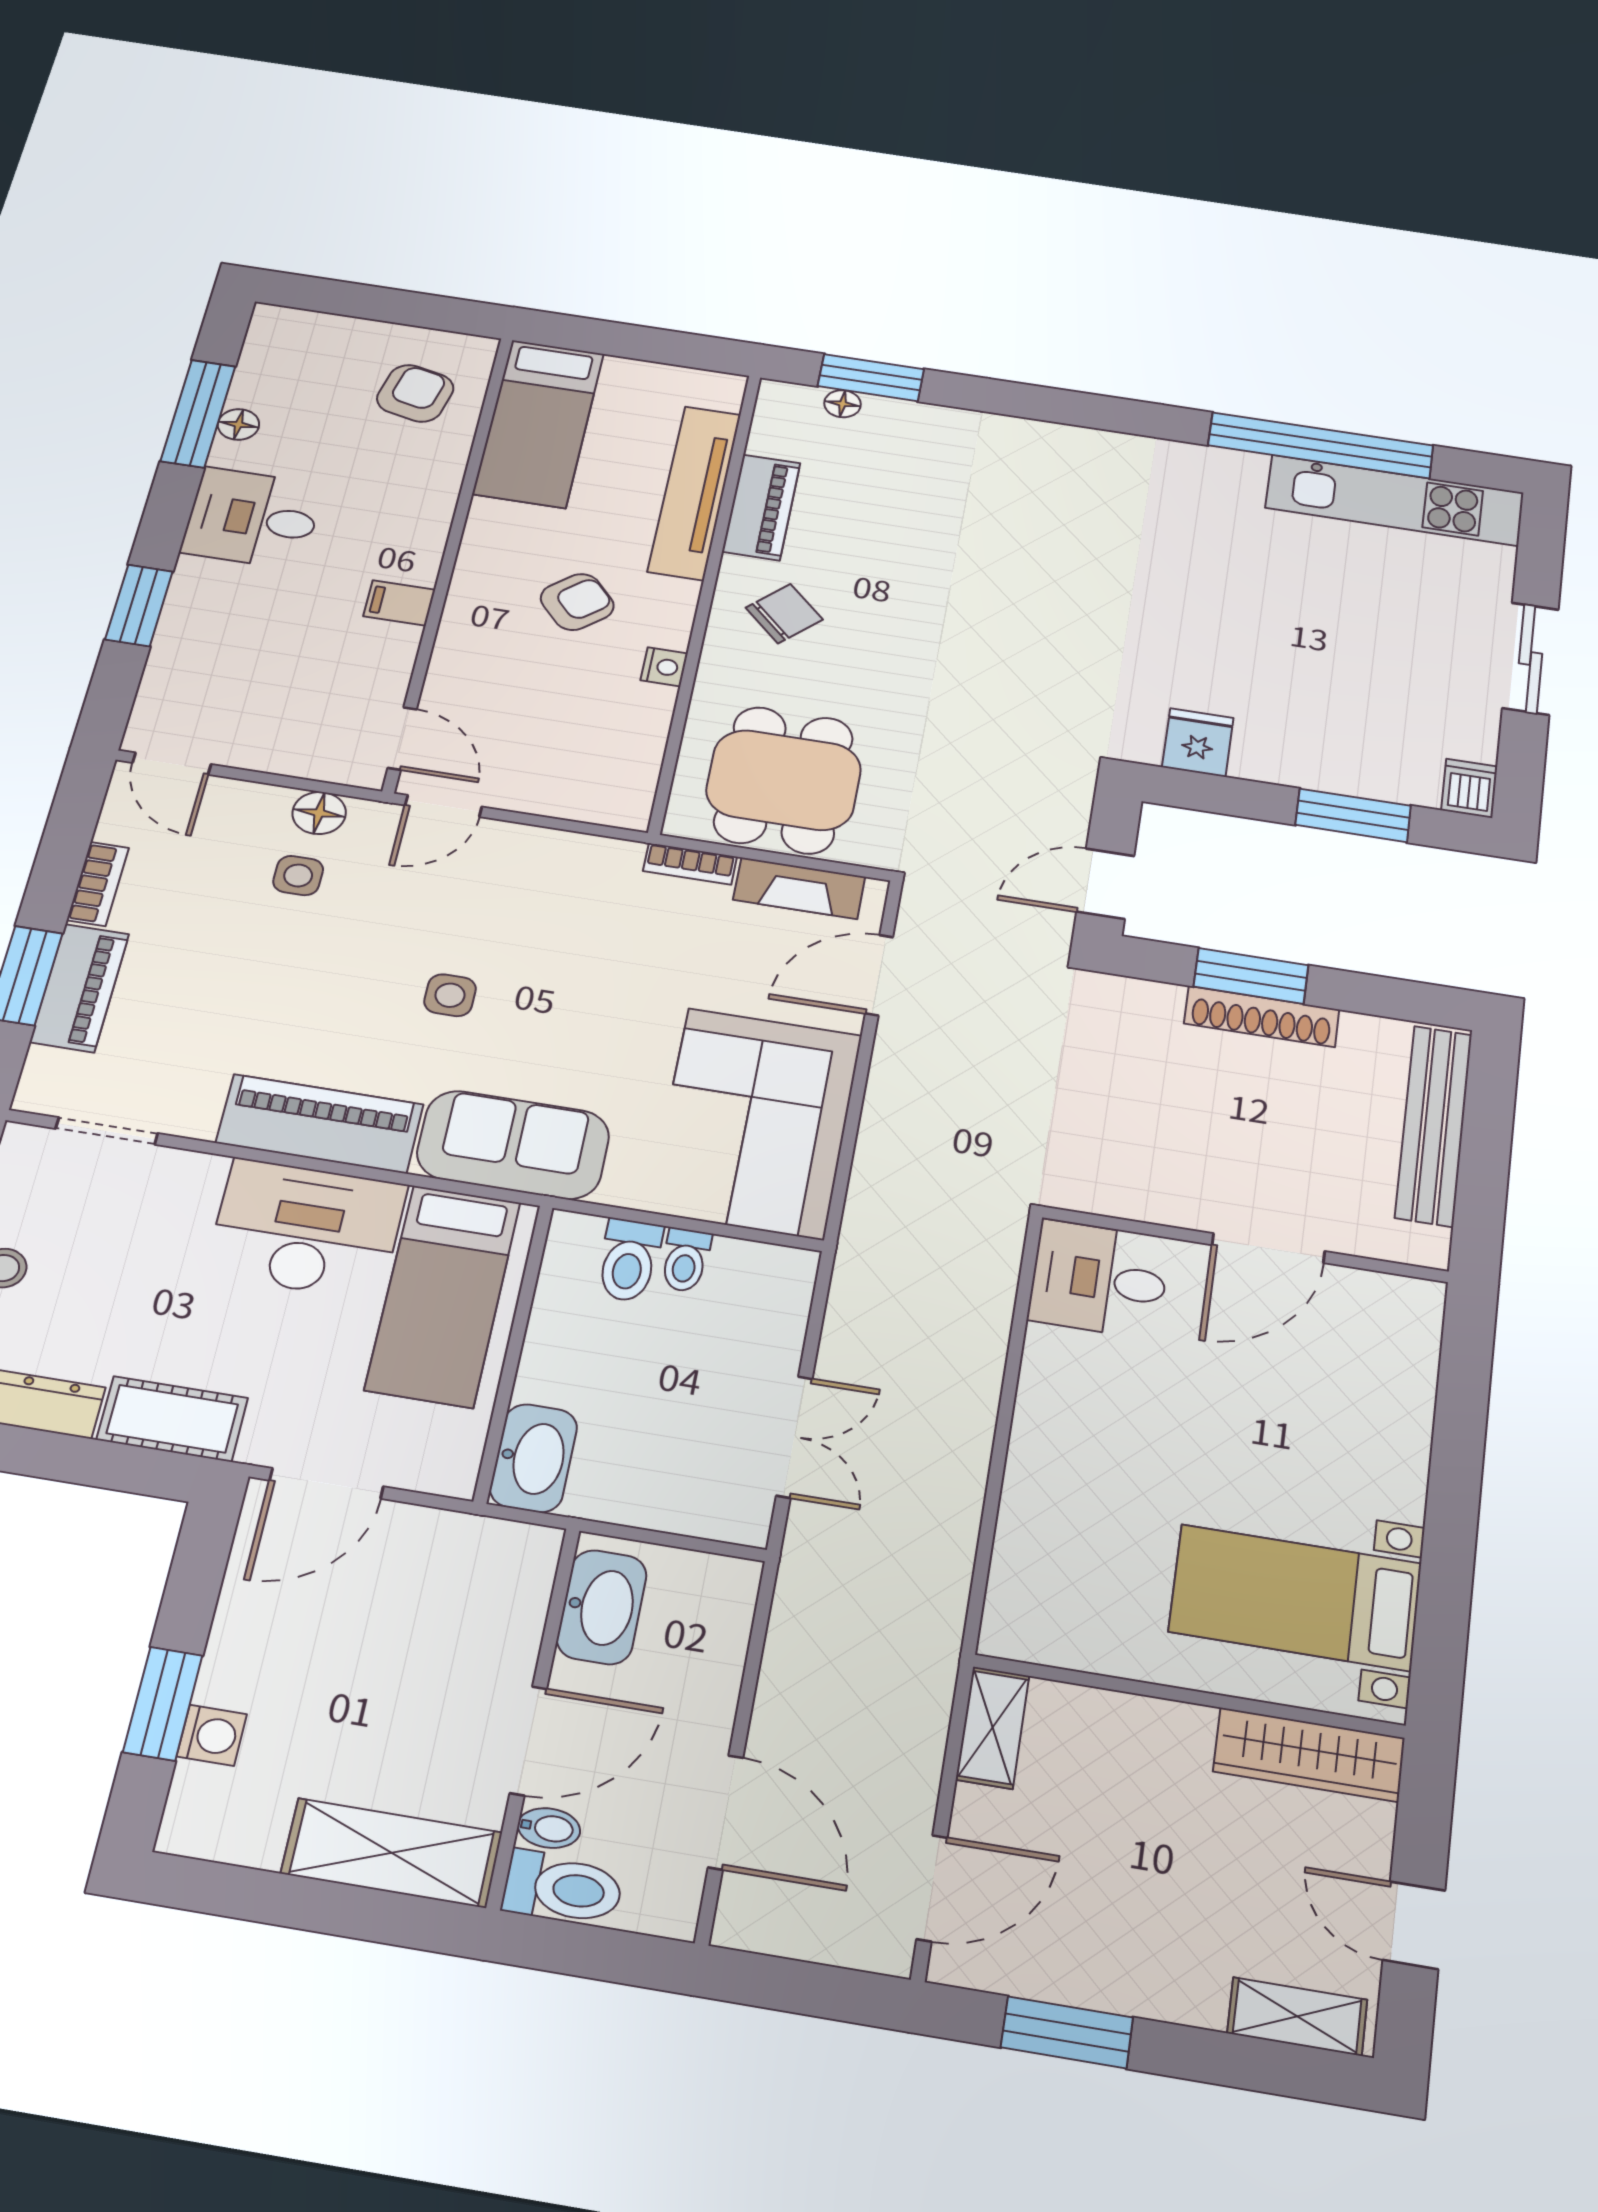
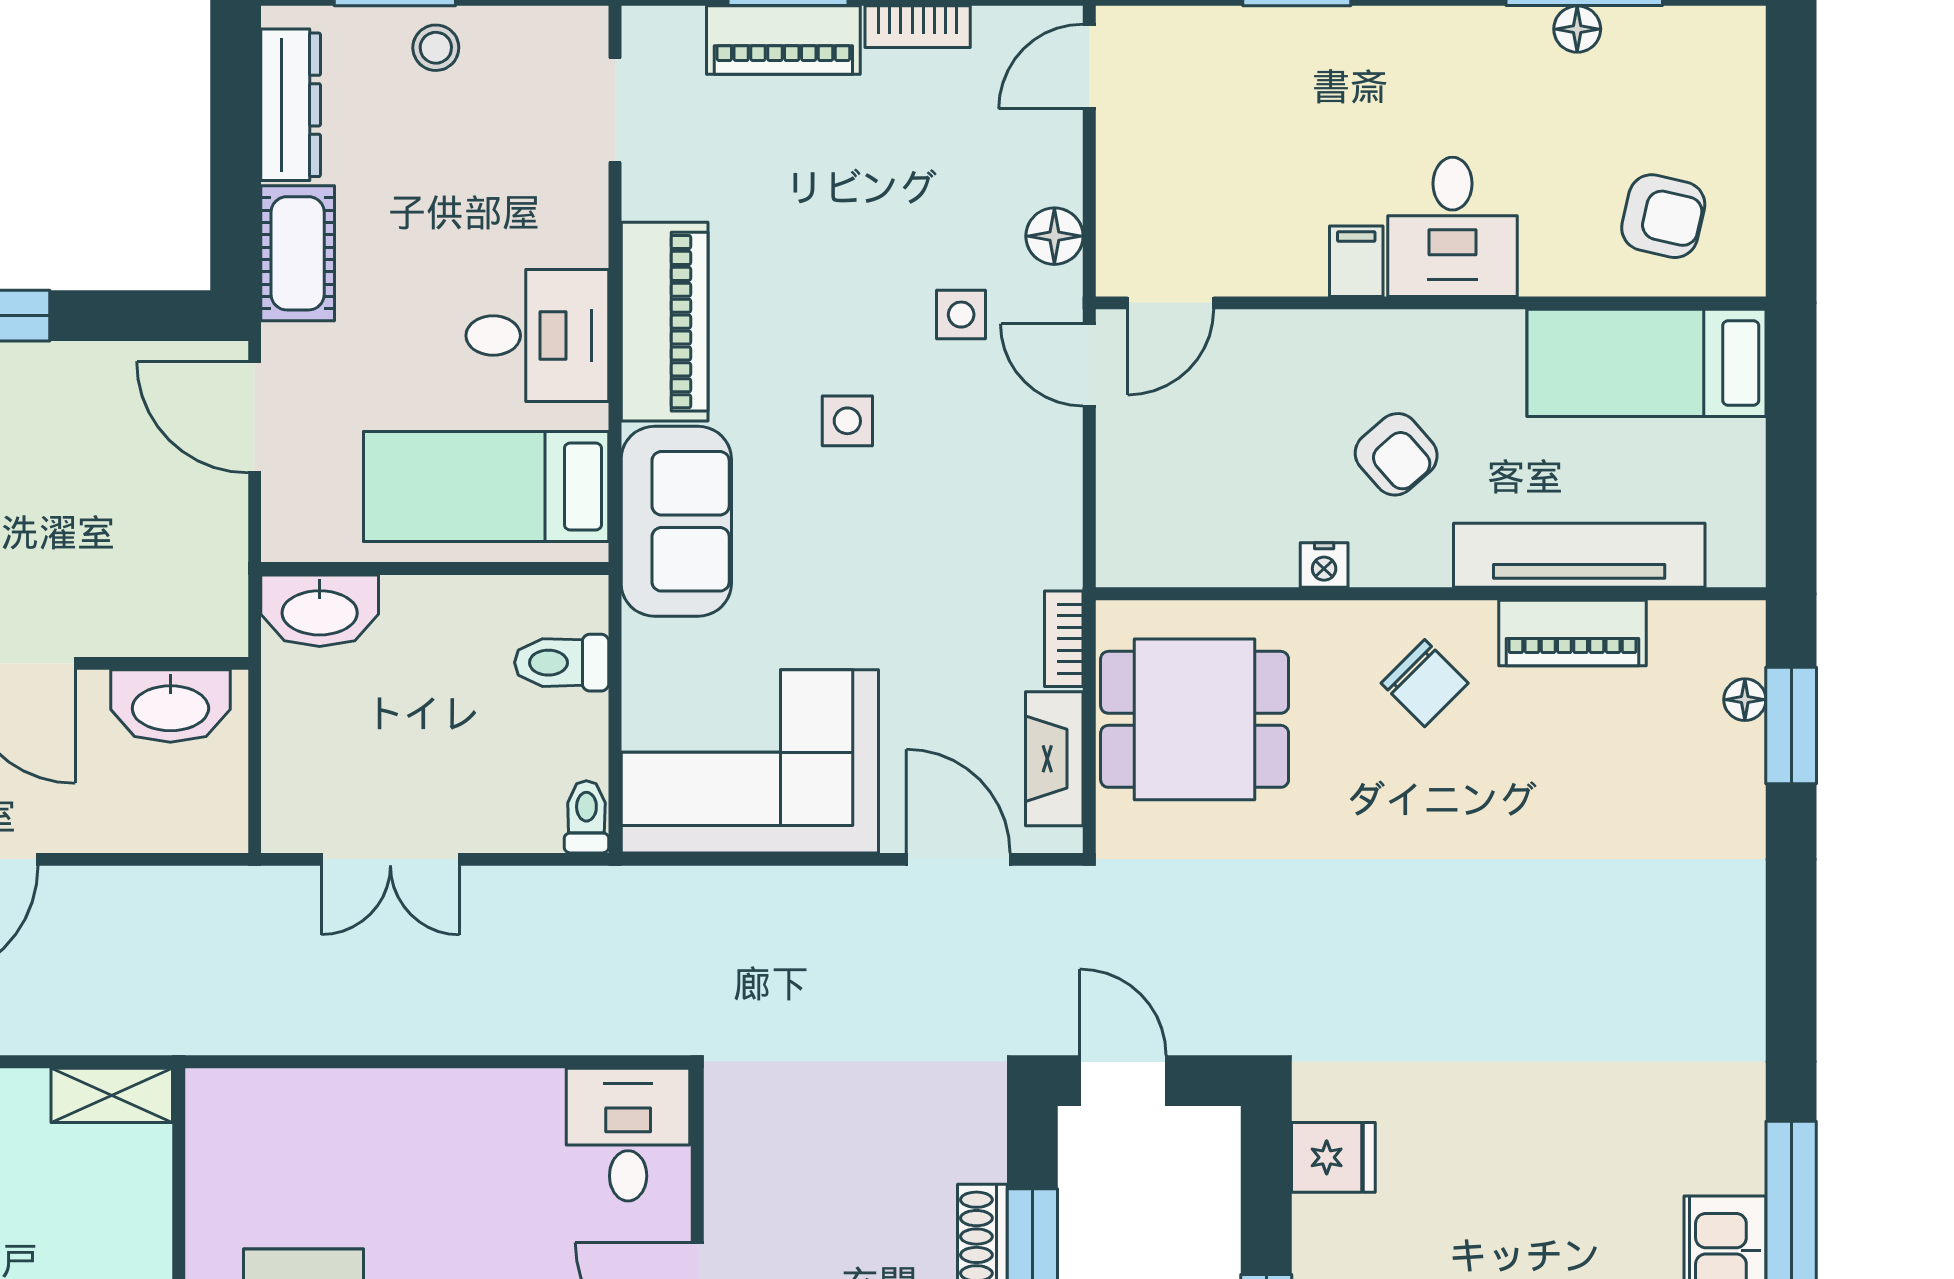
desk: (253, 518) -> (1452, 227), moved, turned 180
side table: (298, 876) -> (961, 315), moved
desk: (307, 1229) -> (537, 336), width x0.73
toilet: (685, 1260) -> (586, 817), moved, turned 90

